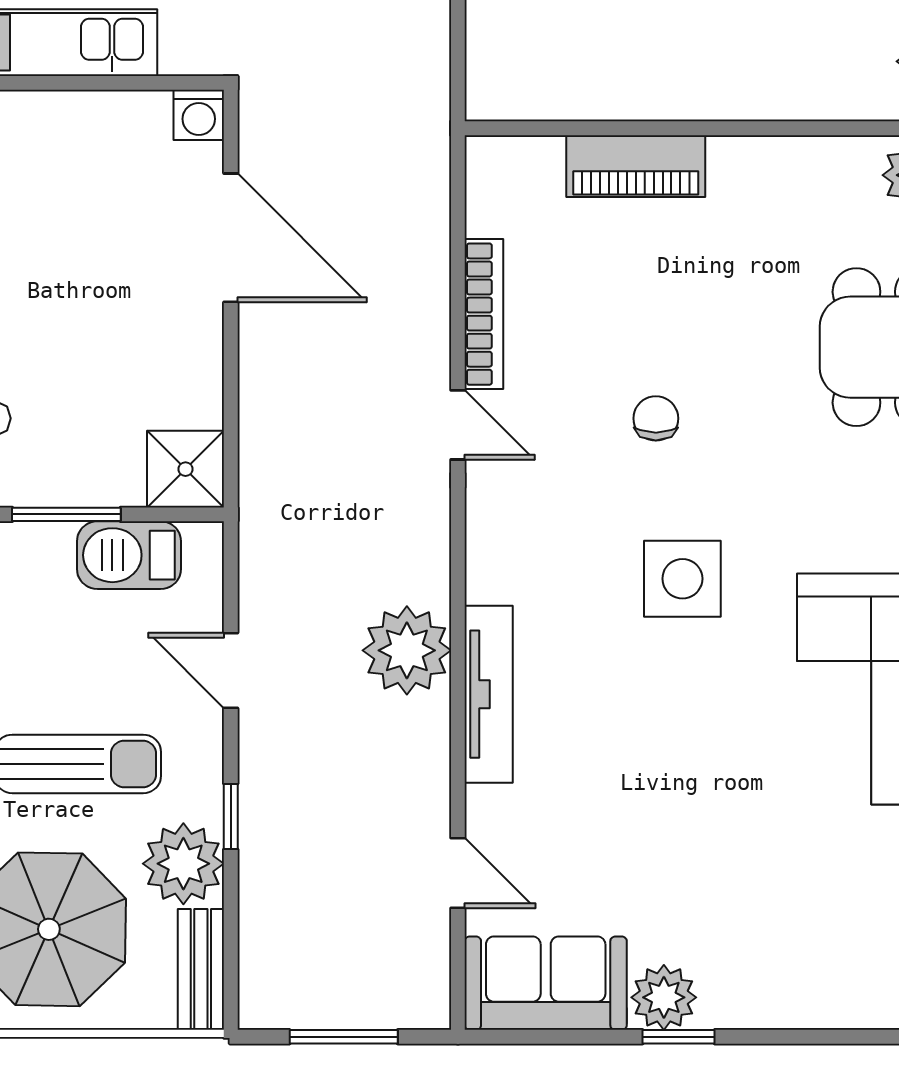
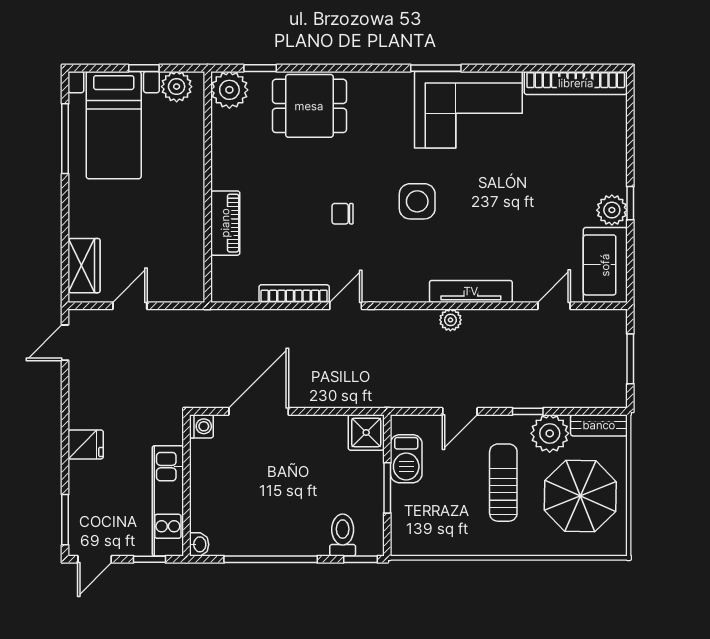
plant: (407, 650) -> (450, 320), width x0.53, depth x0.53

